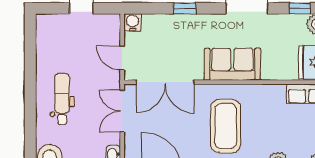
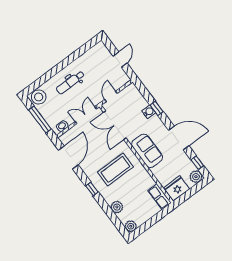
water cooler: (133, 22) -> (149, 112), moved
dental chair: (62, 99) -> (70, 82), turned 180

